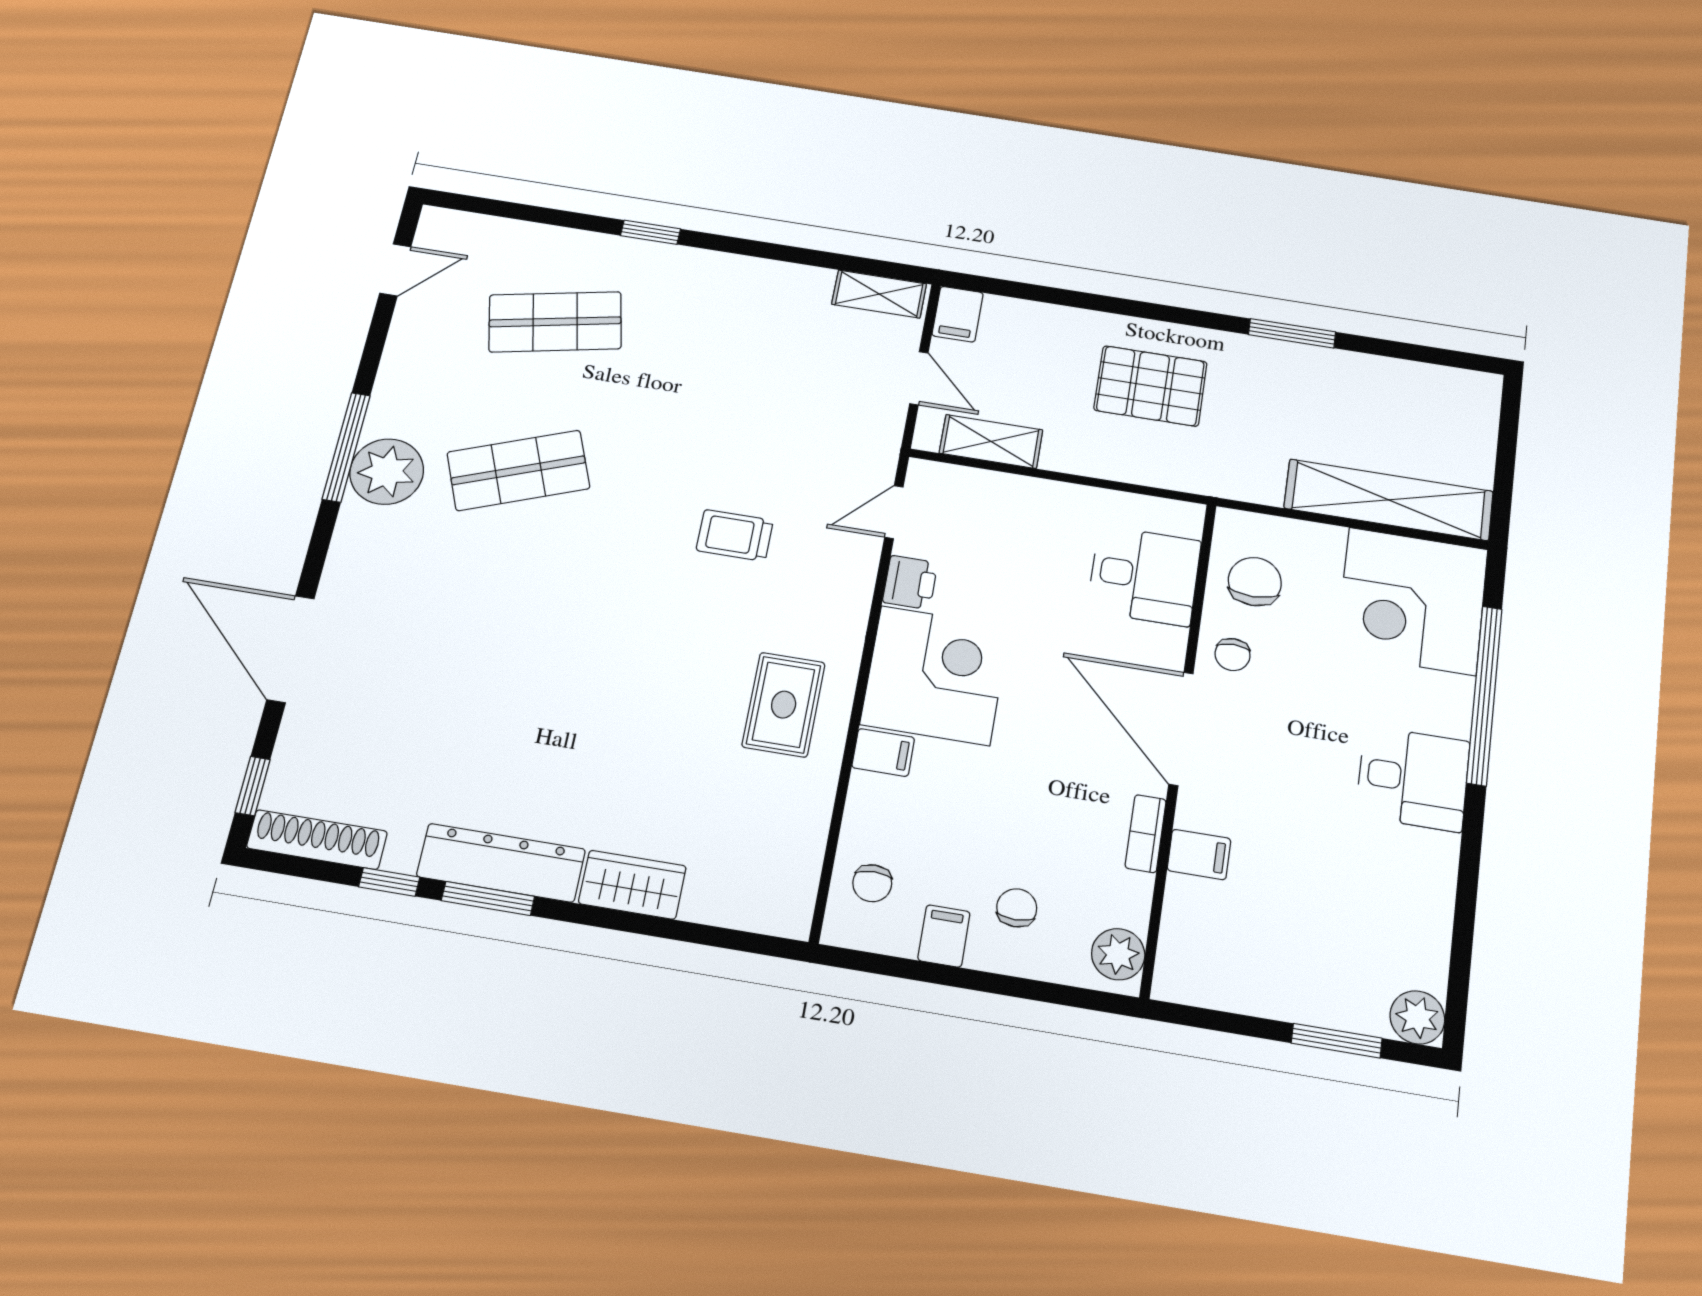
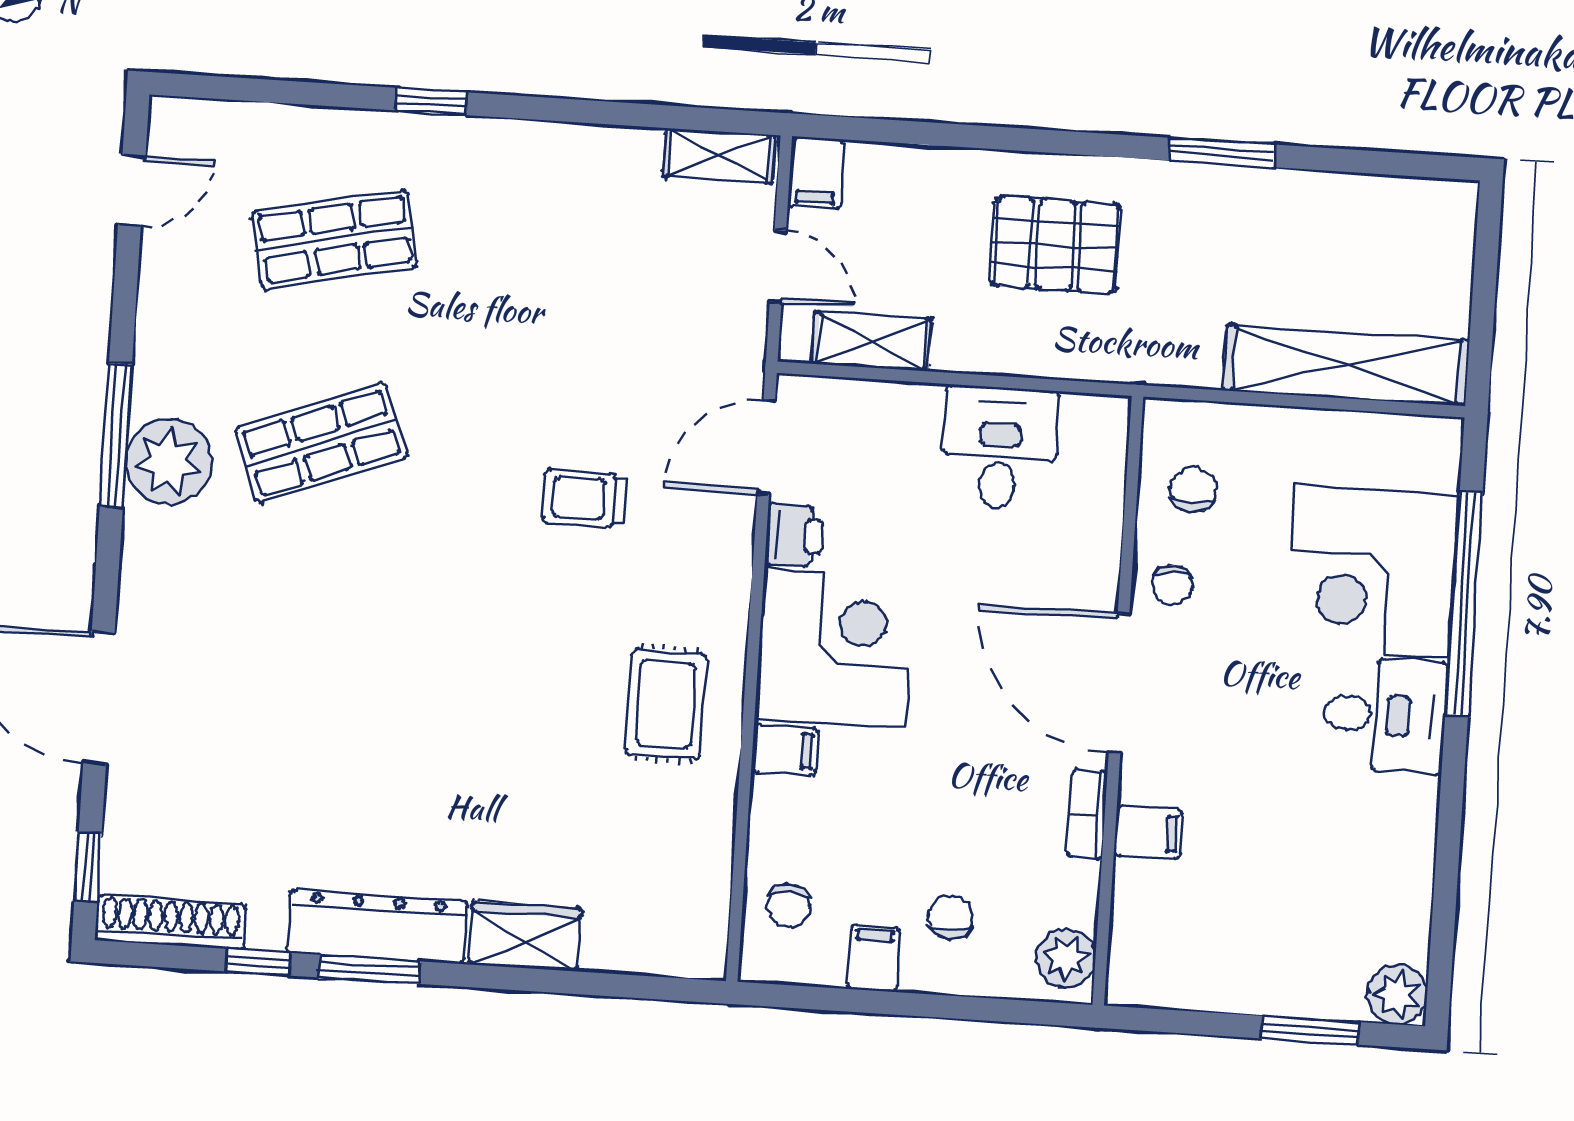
door: (894, 512) -> (766, 447), width x1.37
desk: (1144, 576) -> (1000, 448), moved, turned -90
chair: (1255, 582) -> (1194, 490), width x0.73, depth x0.73
corner desk: (1412, 601) -> (1373, 572), moved

